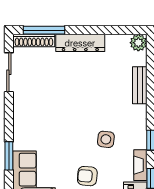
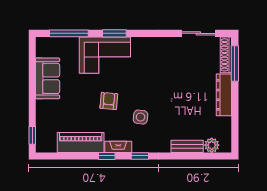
plant: (138, 43) -> (212, 145), moved
window: (9, 156) -> (114, 33), moved

